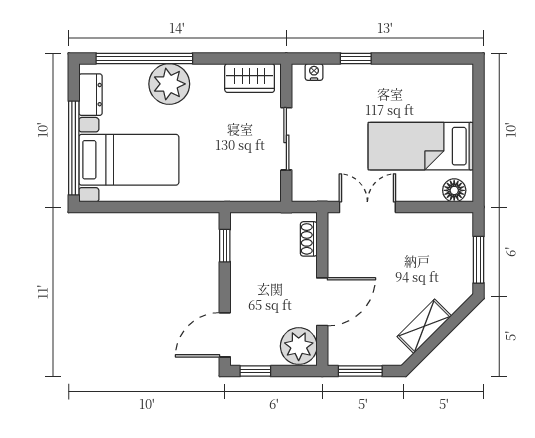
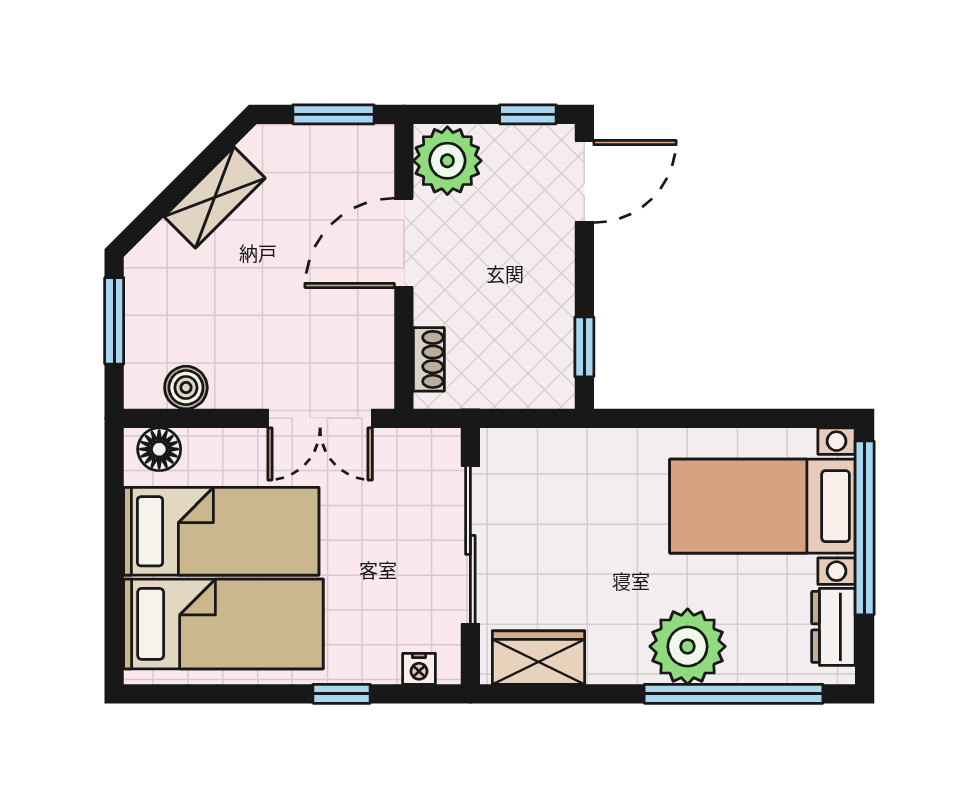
bed: (420, 96) -> (223, 624), added
sliding door: (286, 139) -> (470, 545), width x1.37
boiler: (440, 224) -> (186, 388), added

